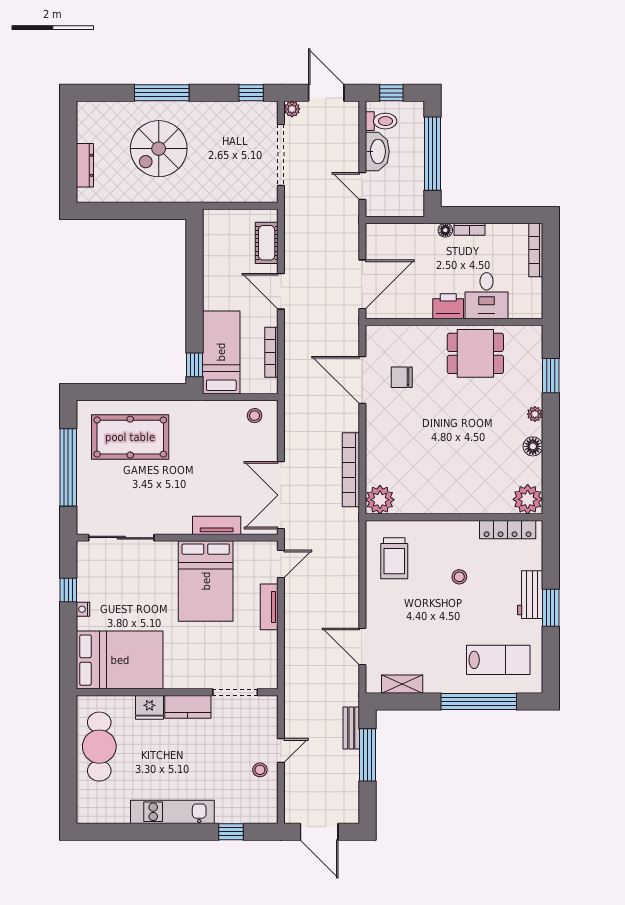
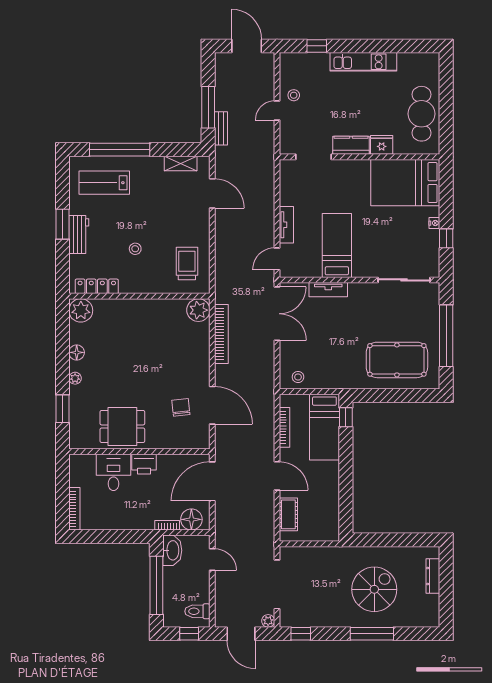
washbasin: (377, 152) -> (172, 550), moved, turned 180
bookcase: (469, 229) -> (167, 525), moved
floor lamp: (445, 230) -> (191, 519), moved, width x1.89, depth x1.89
chair: (402, 377) -> (181, 407), turned -96
bed: (206, 581) -> (337, 245), width x0.67

